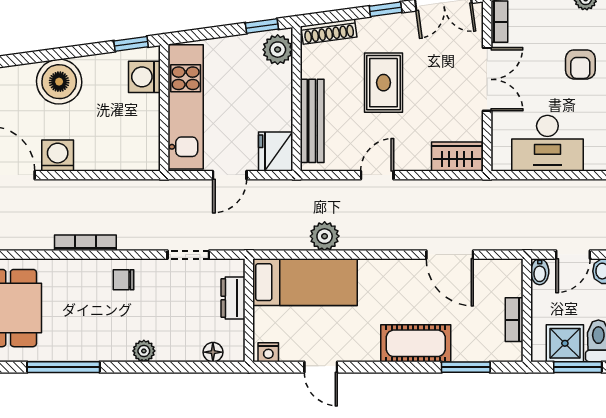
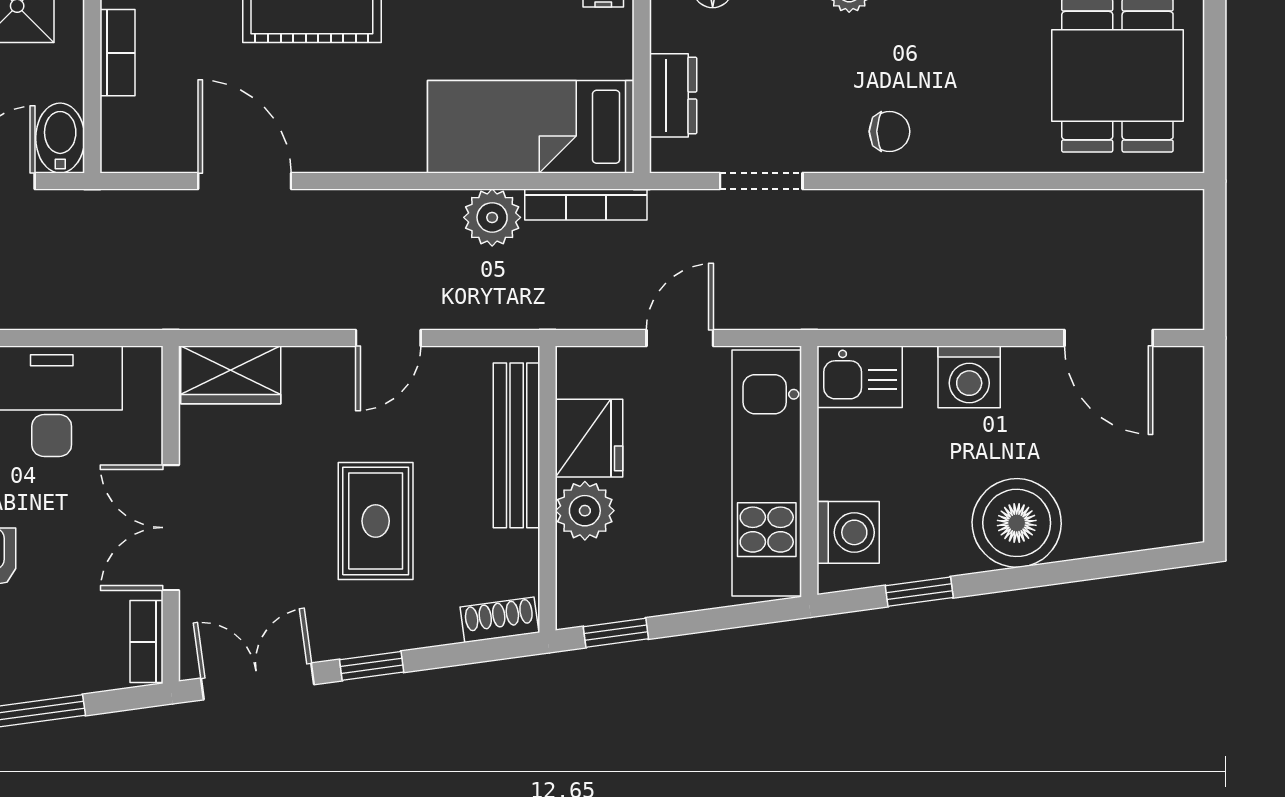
shoe rack: (329, 32) -> (499, 620), width x0.70
window: (131, 44) -> (919, 592), moved
plant: (278, 50) -> (585, 511), moved
fridge: (276, 152) -> (589, 438), moved
washing machine: (58, 156) -> (969, 377), moved
kitchen sink: (139, 156) -> (860, 377), added
bookcase: (85, 243) -> (586, 205), moved
bidet: (540, 272) -> (60, 138), width x1.38, depth x1.36

